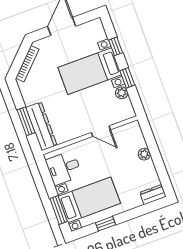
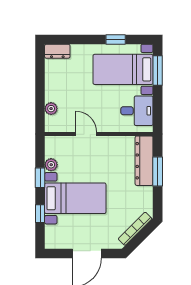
plant: (144, 154) -> (51, 109), moved

